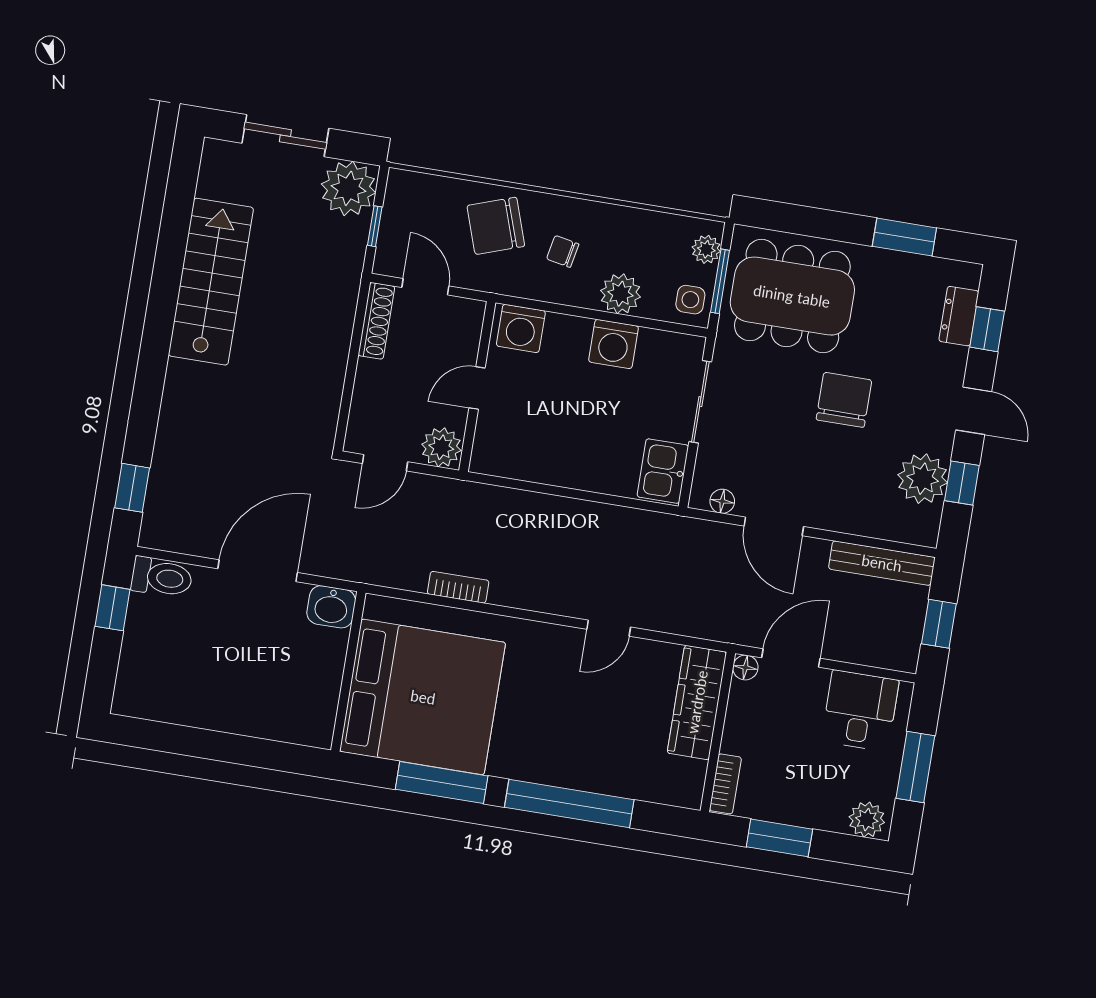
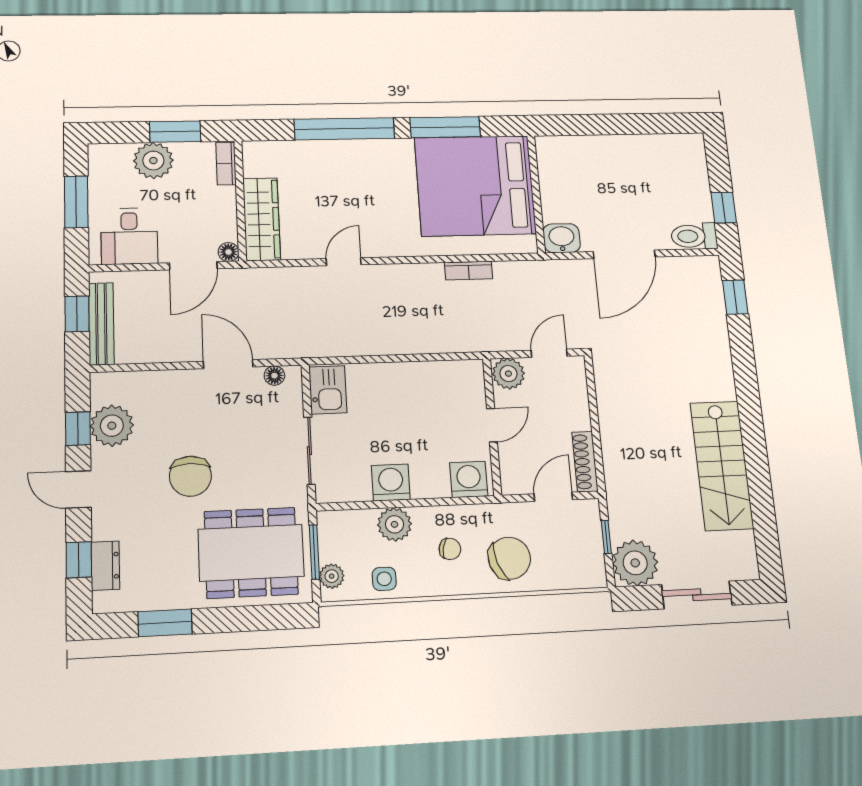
door: (425, 287) -> (553, 497), swing flipped
side table: (690, 300) -> (384, 579), moved
bench: (882, 563) -> (101, 324), moved, turned 90
plant: (867, 820) -> (153, 161), moved, width x1.36, depth x1.36

